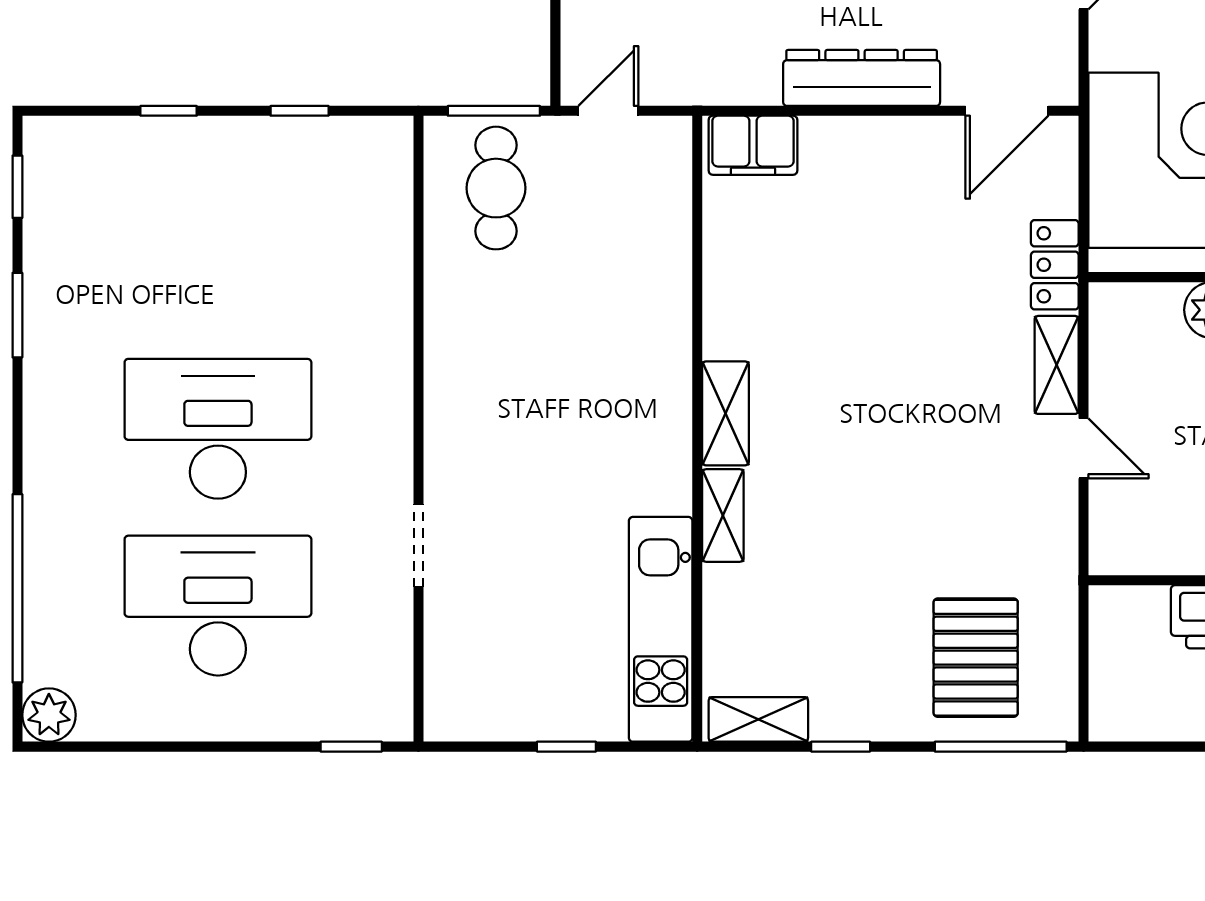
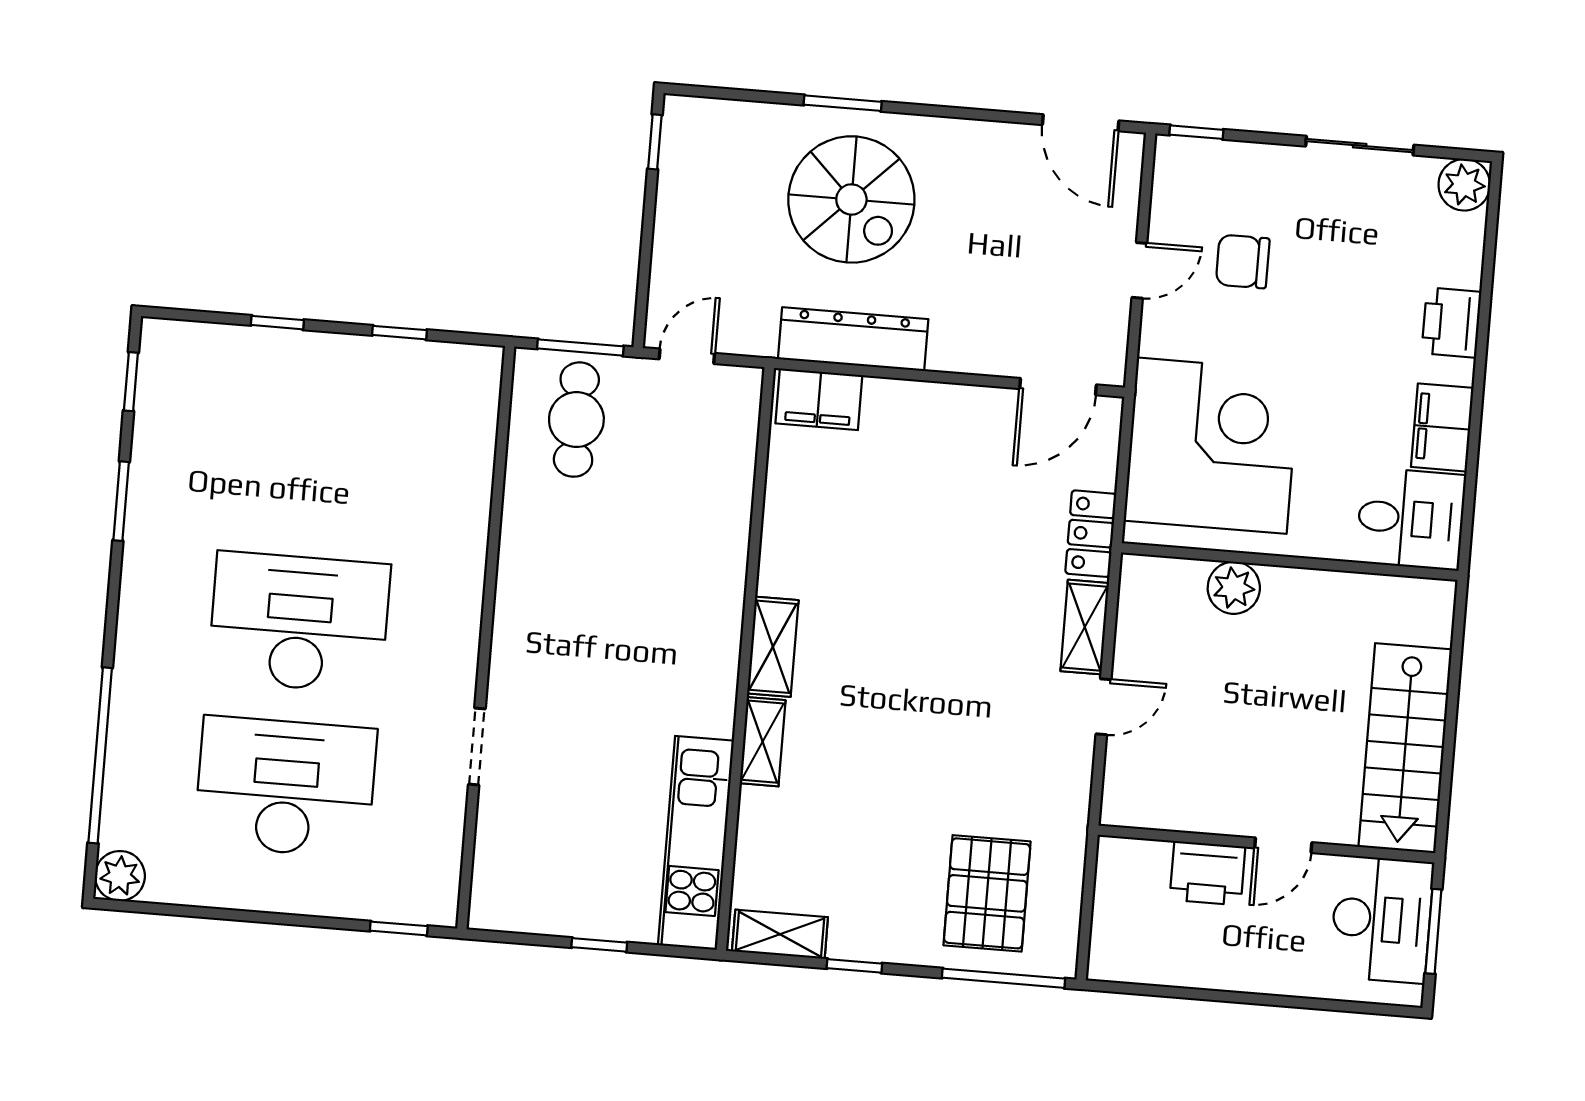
dresser: (862, 78) -> (853, 339), moved
door: (1084, 448) -> (1104, 707), hinge flipped

